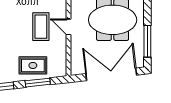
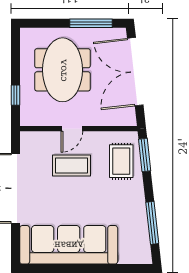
rug: (33, 65) -> (121, 161), moved
window: (38, 83) -> (145, 155), moved

